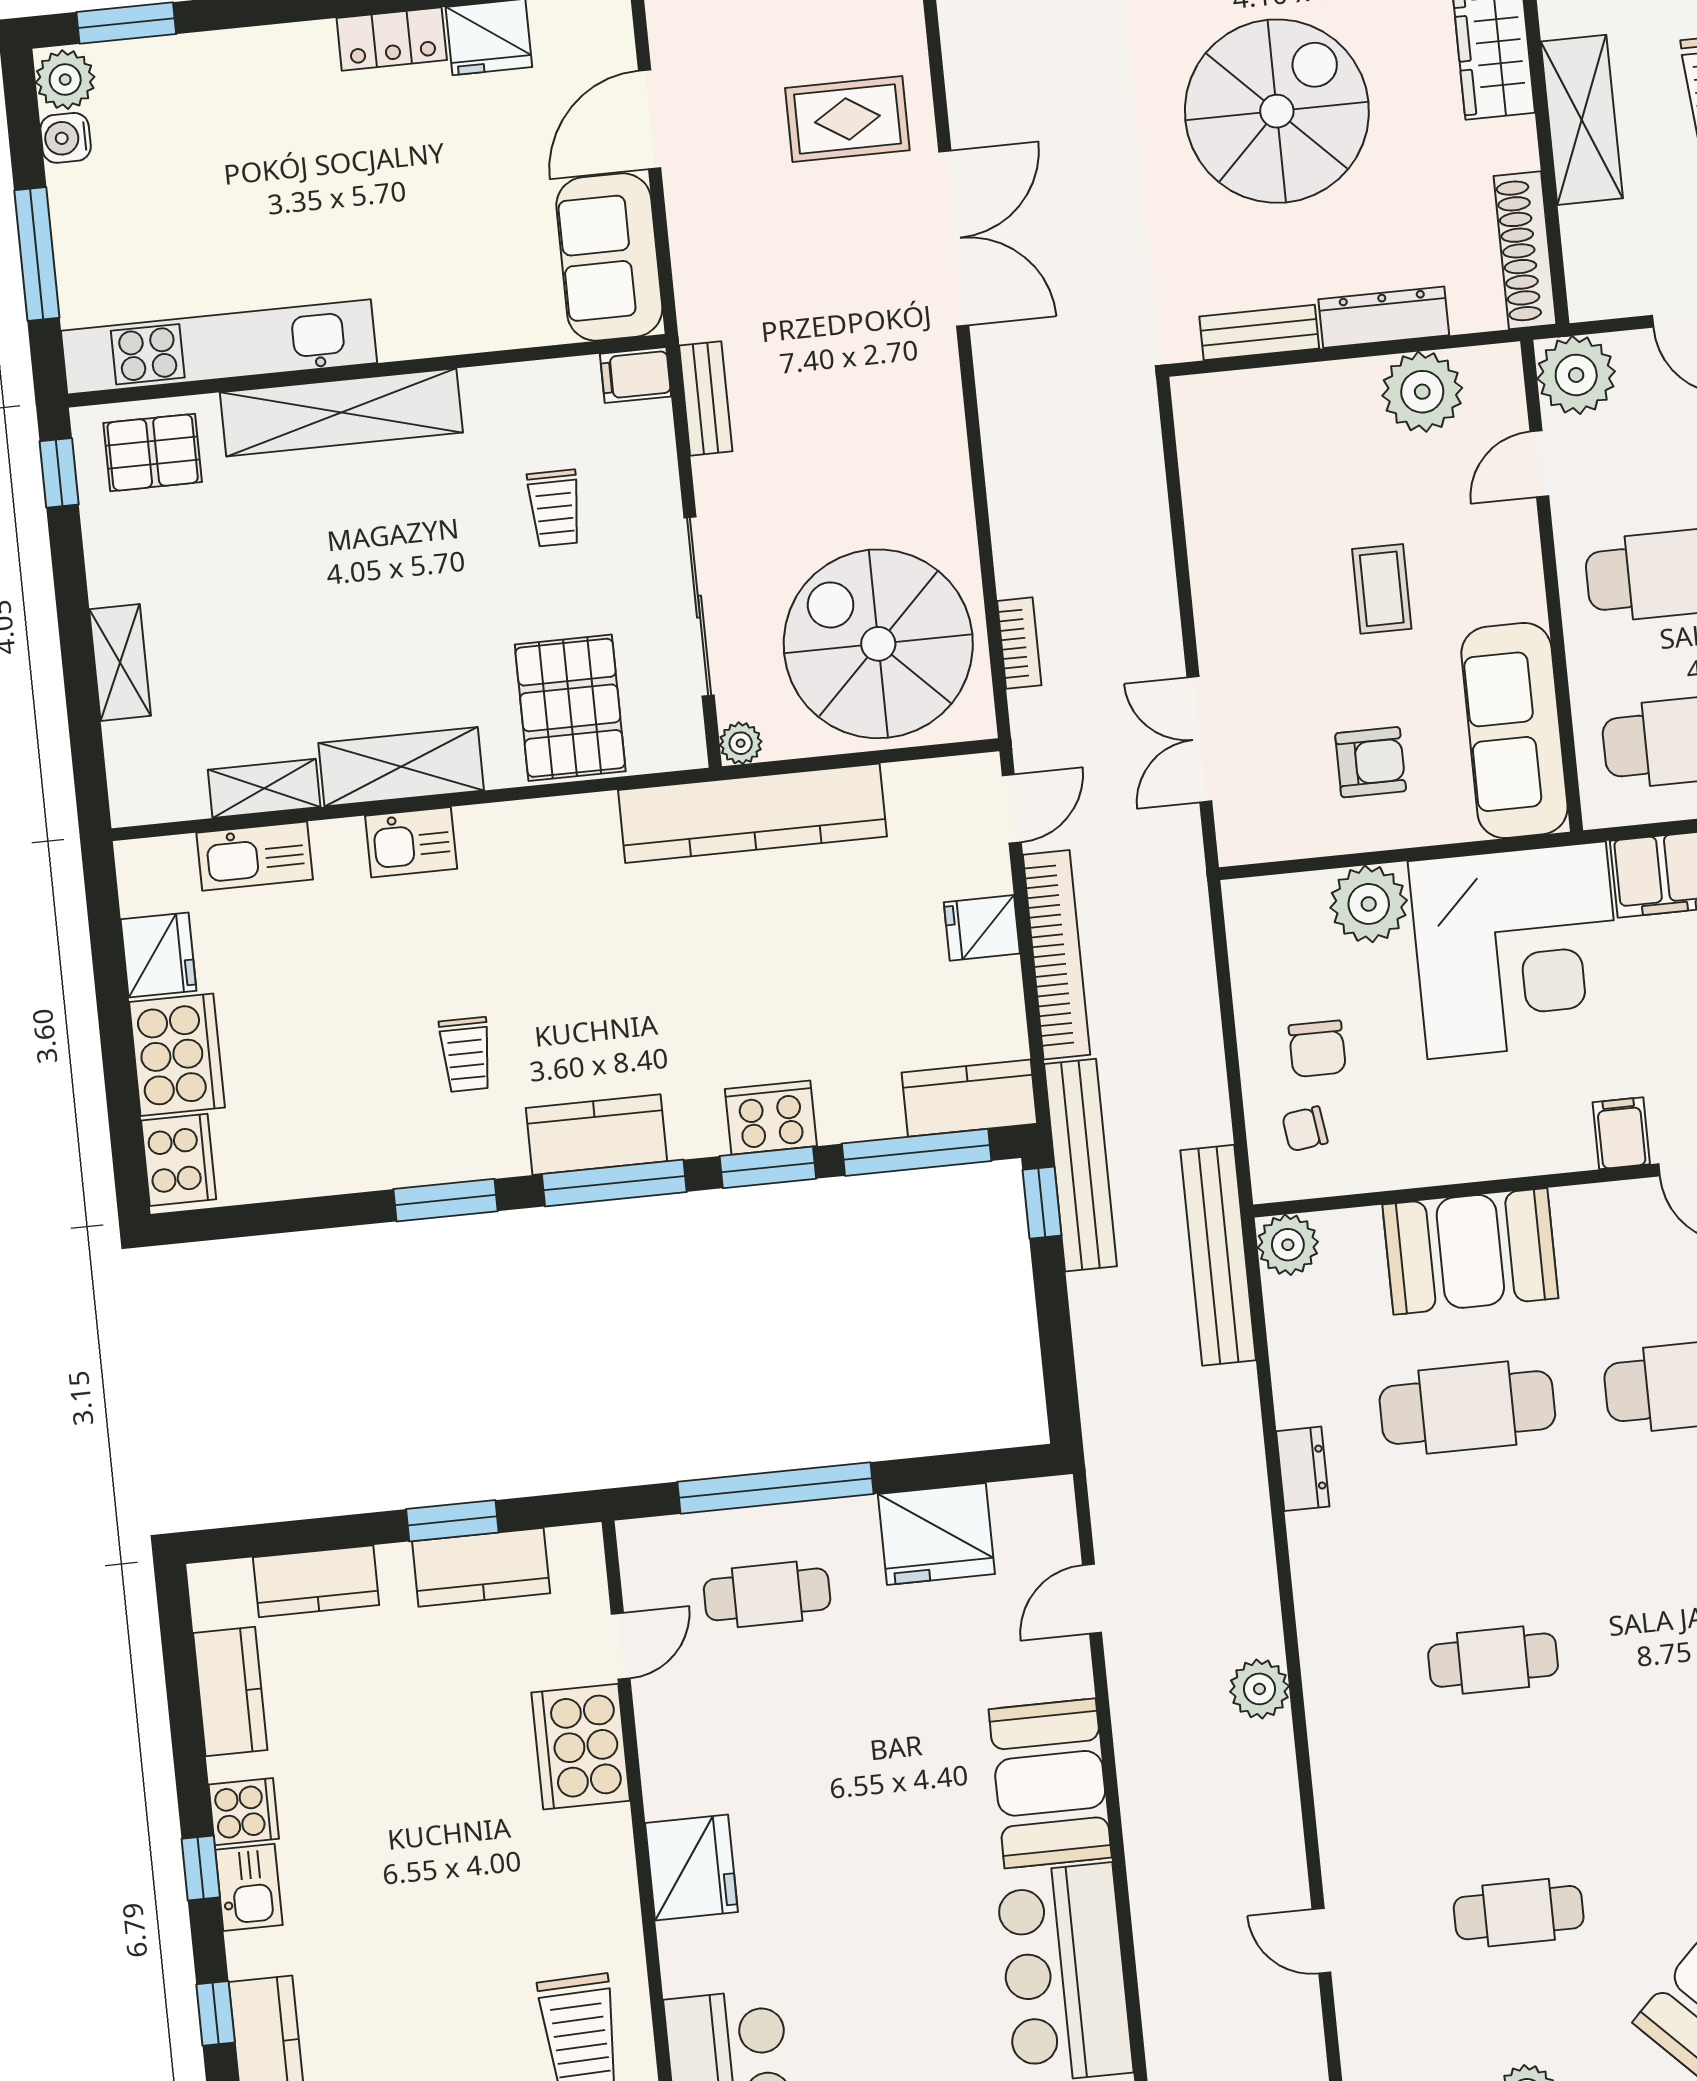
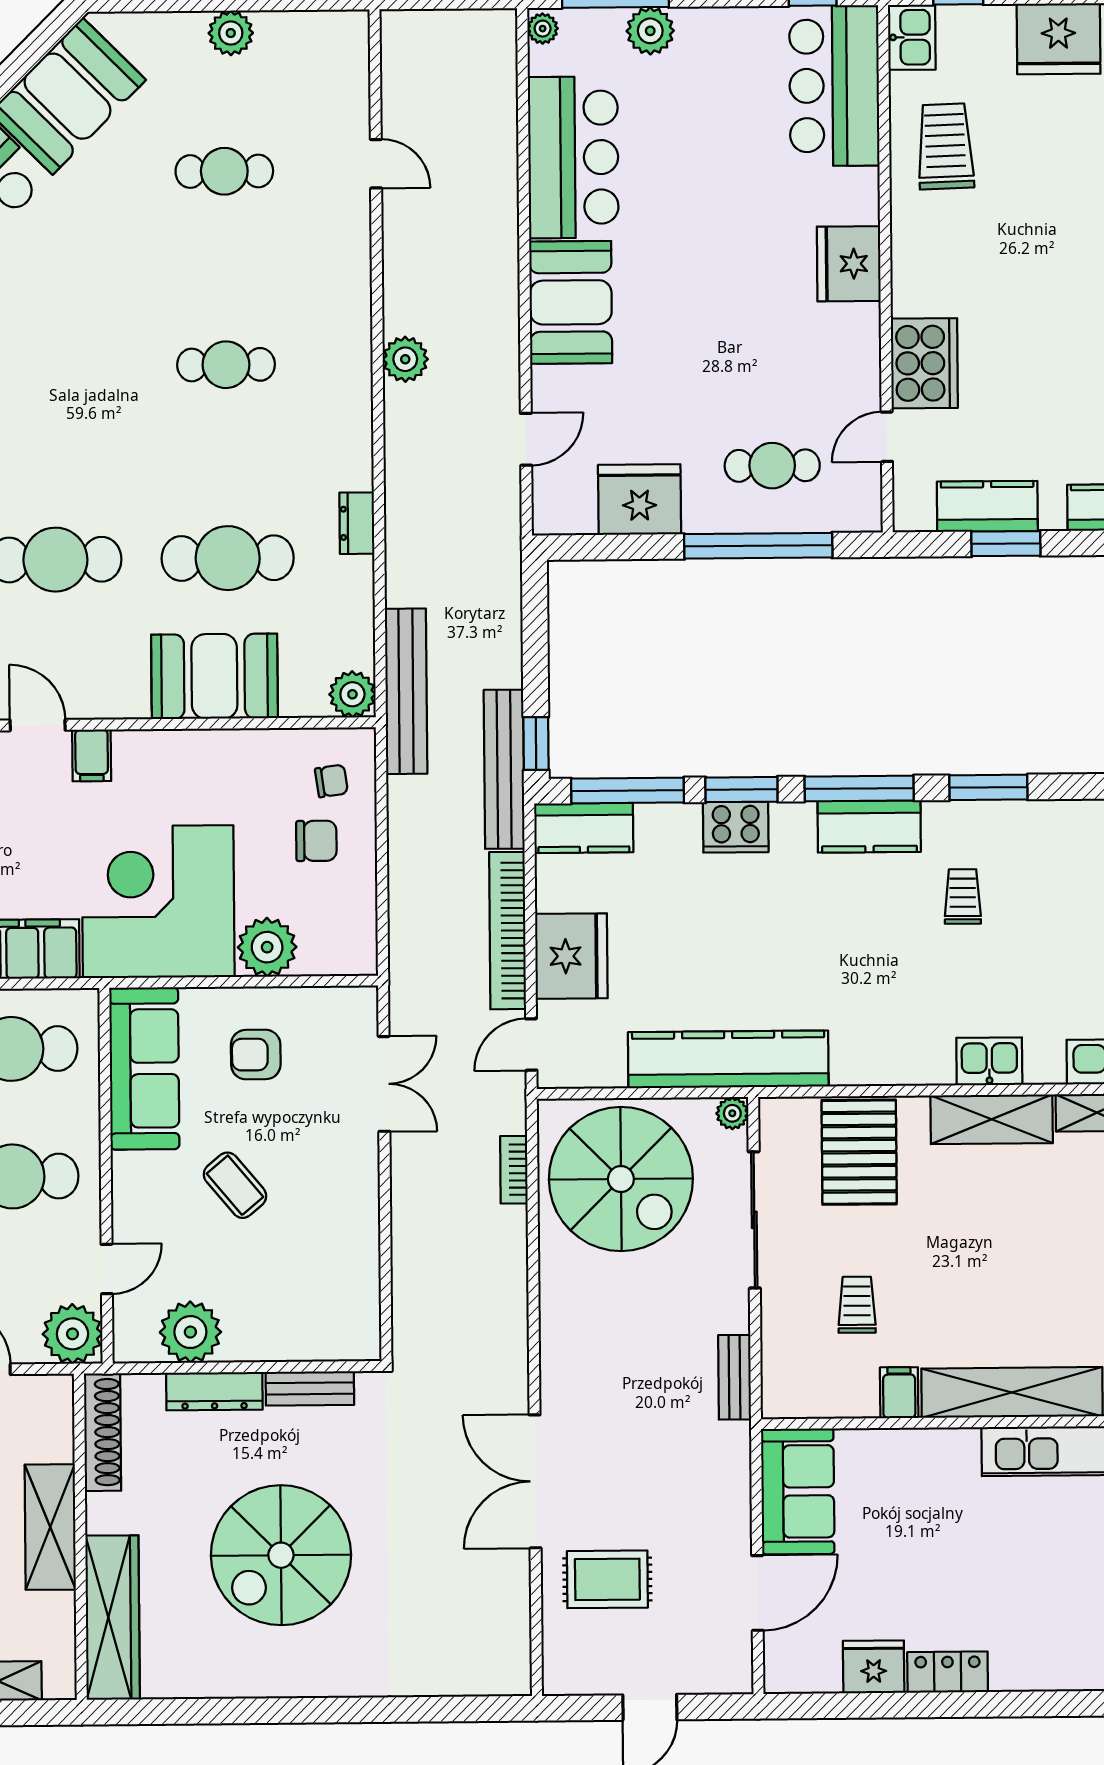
filing cabinet: (636, 375) -> (899, 1393), moved, turned -90
coffee table: (1382, 589) -> (235, 1185), turned -40
fridge: (982, 928) -> (571, 956), width x1.88, depth x1.34
chair: (1317, 1049) -> (316, 841), turned 90

